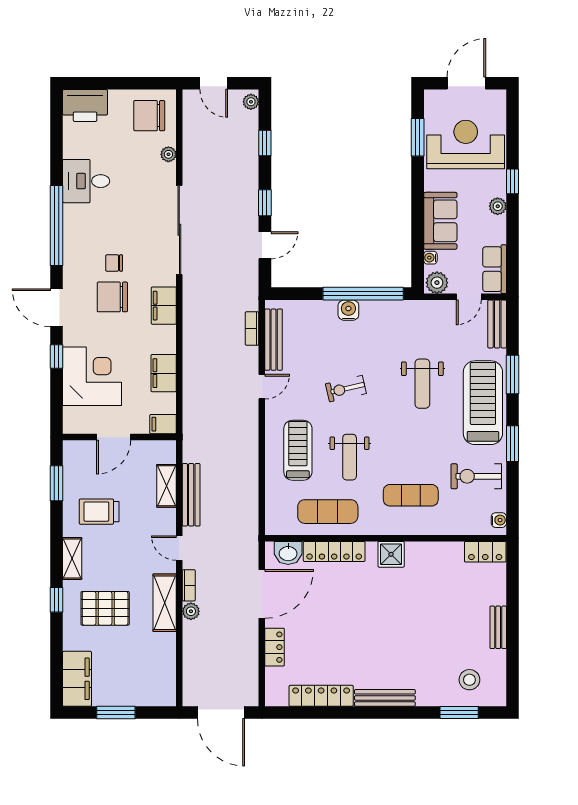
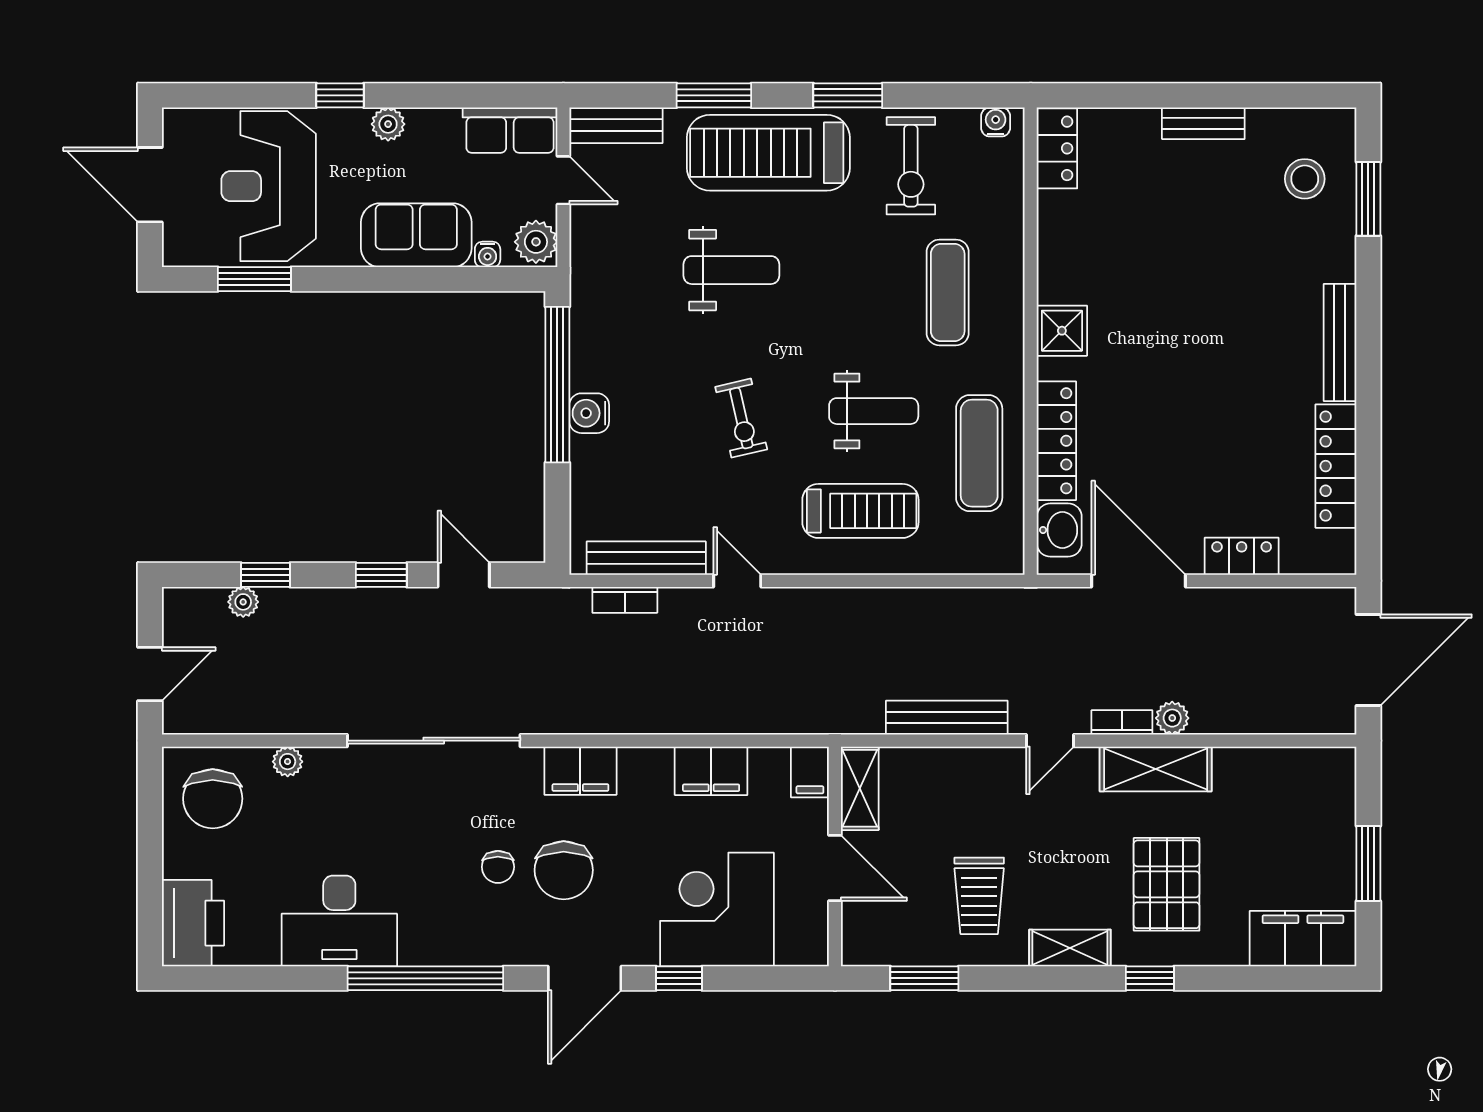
plant: (251, 102) -> (243, 602), moved
desk: (86, 181) -> (339, 921), width x1.37
treadmill: (298, 450) -> (860, 511), turned 180
shelving: (167, 486) -> (860, 788), moved, turned 90

